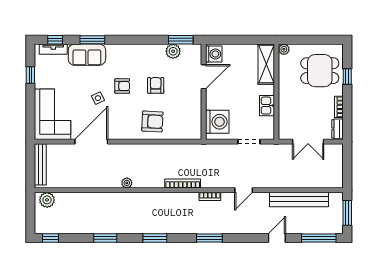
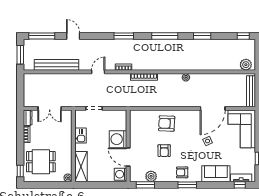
window: (92, 40) -> (187, 185), moved
door: (204, 77) -> (128, 157), hinge flipped
window: (347, 77) -> (20, 171), moved
armchair: (122, 86) -> (182, 172), moved
washing machine: (217, 122) -> (118, 139), moved
double door: (308, 142) -> (50, 108), swing flipped
window: (155, 238) -> (165, 36), width x1.44
door: (277, 238) -> (73, 36), swing flipped

